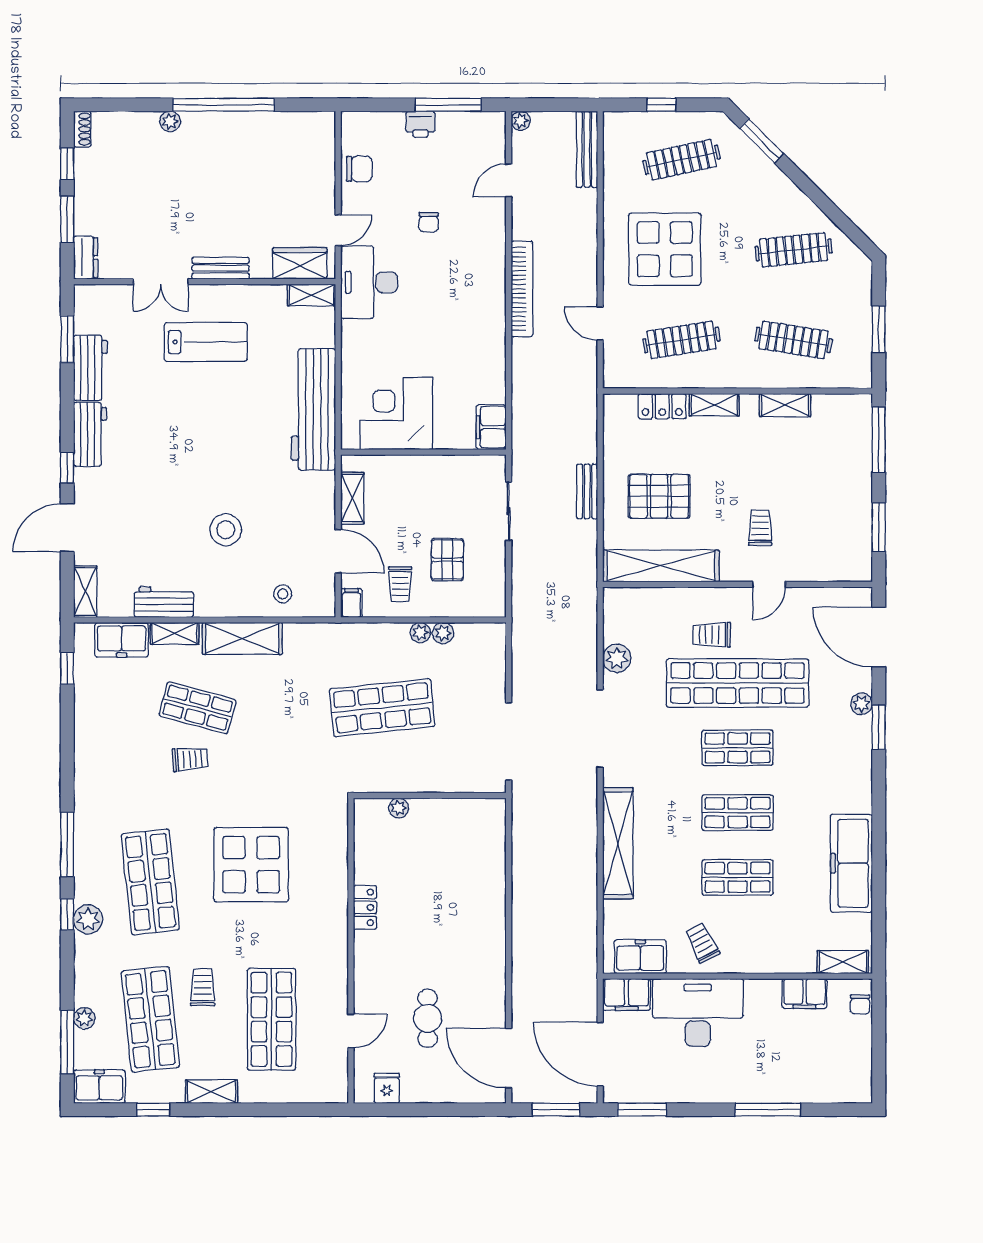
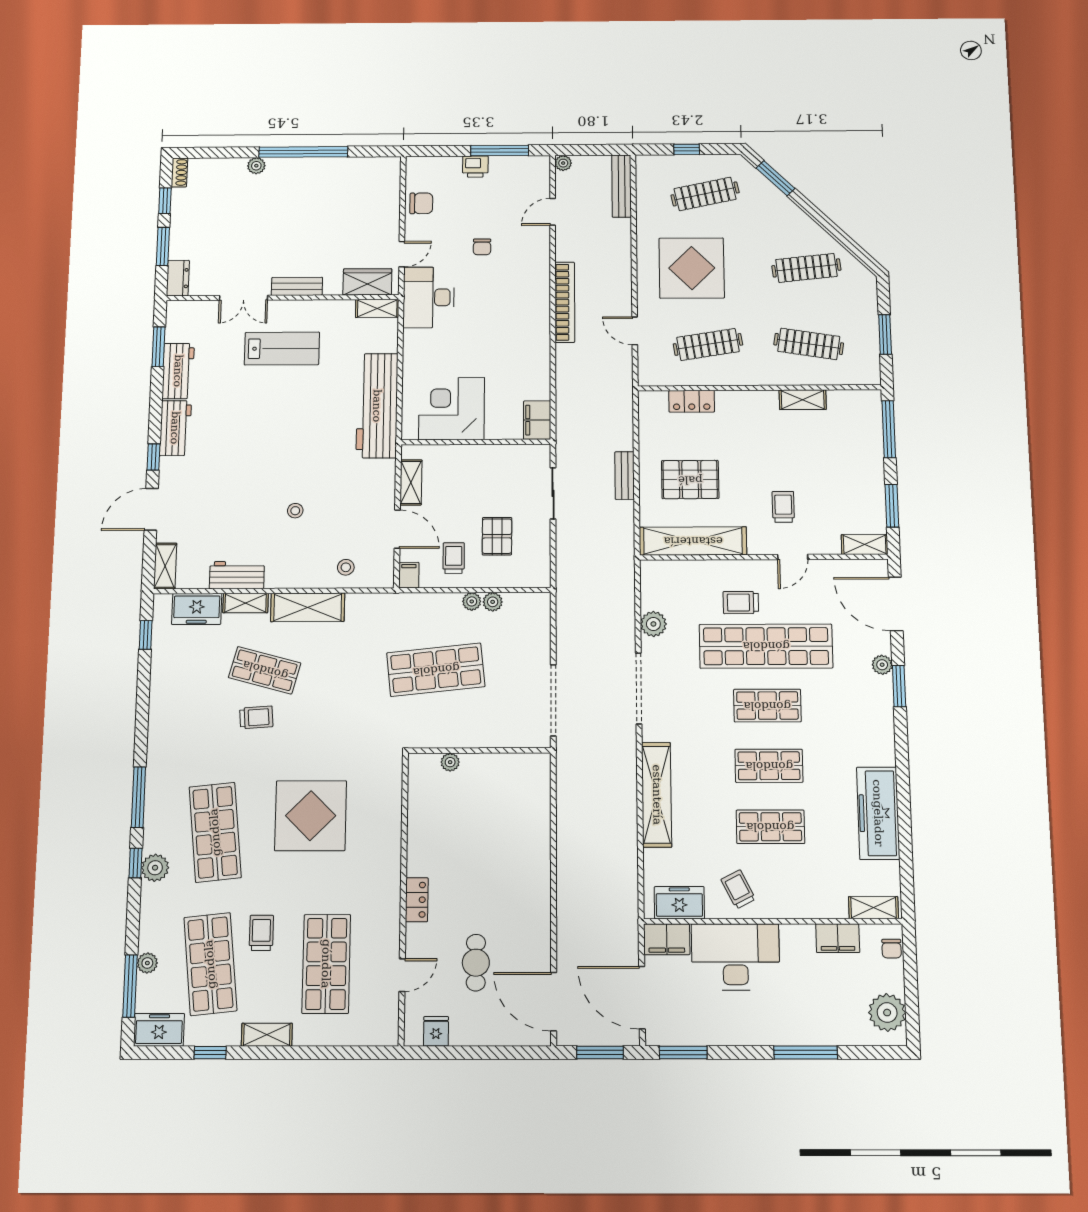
shelving: (714, 405) -> (865, 544), moved
stool: (226, 530) -> (295, 511), width x0.53, depth x0.53
trolley: (400, 584) -> (454, 558), turned 180
locker: (365, 907) -> (417, 900), moved
plant: (853, 1069) -> (887, 1013), added

